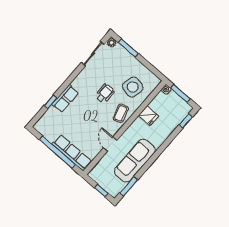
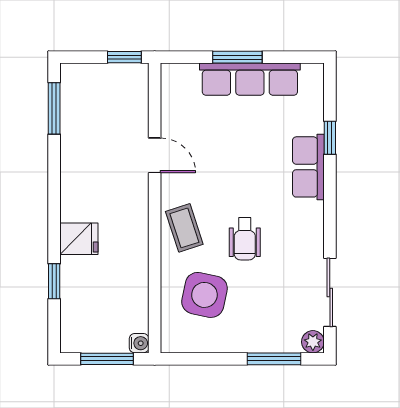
fridge: (148, 116) -> (79, 239), moved, turned 180
window: (186, 121) -> (54, 281), moved
window: (57, 152) -> (237, 57), width x0.47
row of seats: (72, 153) -> (250, 79), moved
sofa: (135, 161) -> (84, 164), removed
window: (101, 191) -> (124, 57), moved

